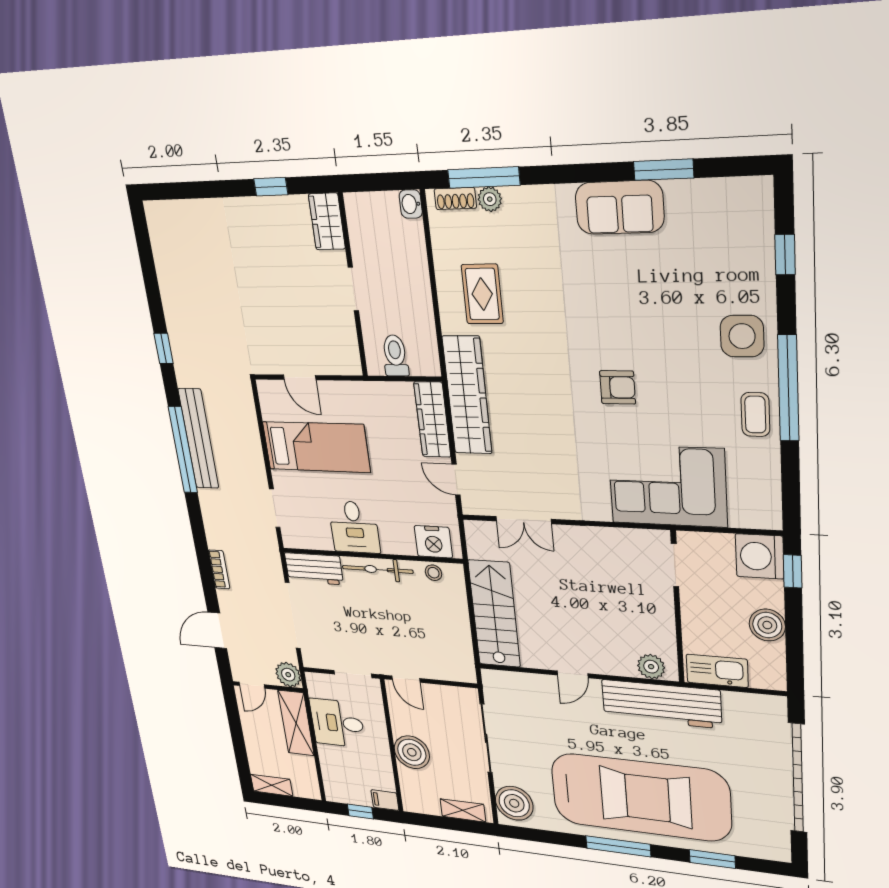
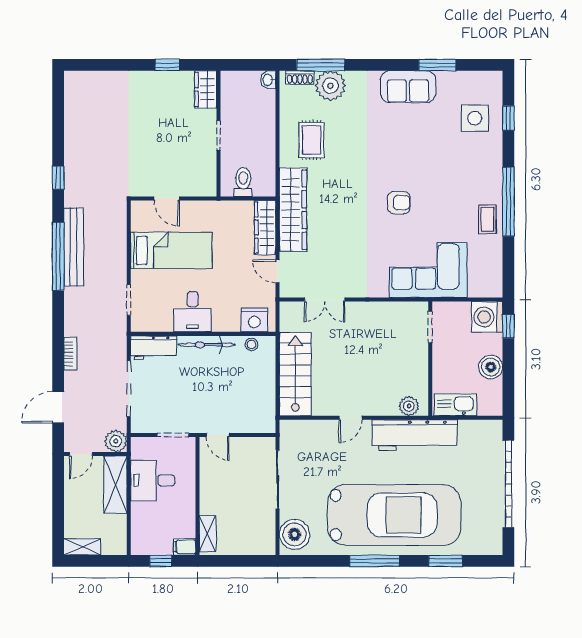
plant: (490, 199) -> (330, 86), width x1.88, depth x1.88
side table: (742, 336) -> (475, 118), moved
boiler: (412, 752) -> (214, 499), removed
shelving: (463, 810) -> (208, 534), moved, turned 90

